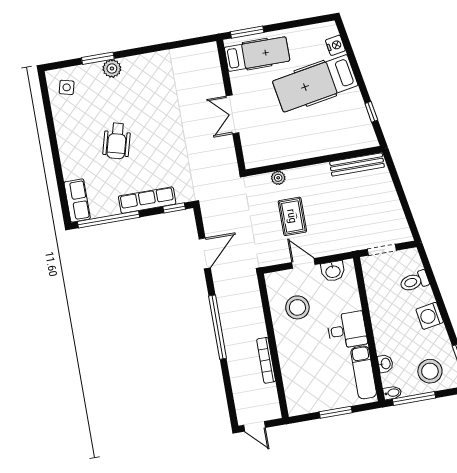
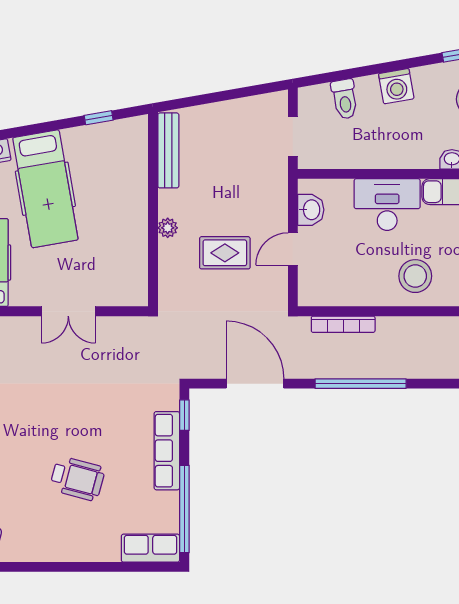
plant: (278, 178) -> (168, 228), moved
door: (205, 253) -> (255, 384), width x1.36
stool: (297, 307) -> (415, 276), moved
desk: (347, 330) -> (387, 205), width x1.37
bookcase: (266, 360) -> (343, 324), moved

